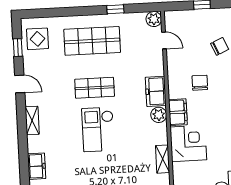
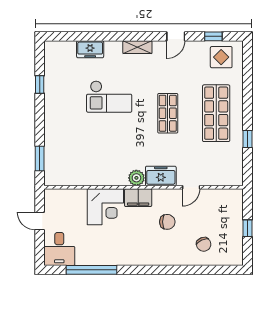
plant: (154, 19) -> (235, 178), removed
door: (164, 40) -> (191, 187), moved
checkout: (98, 129) -> (109, 97), moved, turned 180
shelving: (163, 159) -> (91, 179), removed

